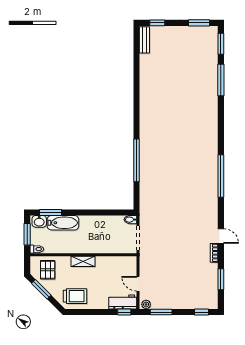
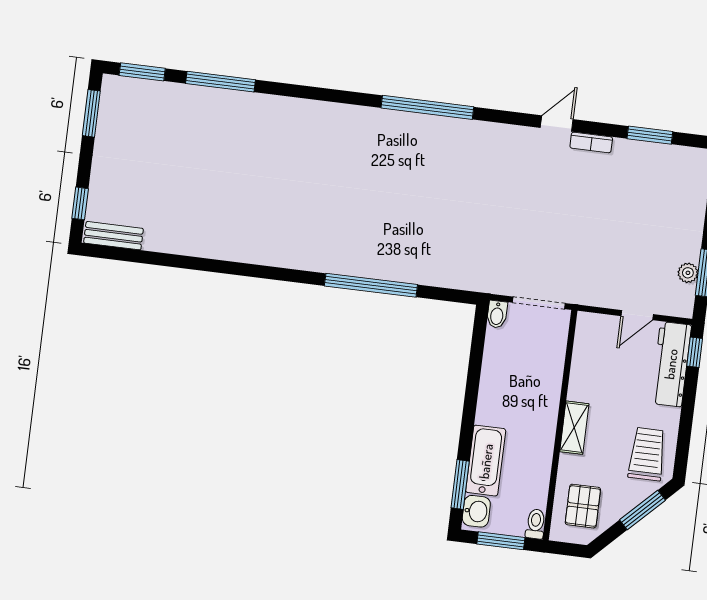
pallet: (48, 270) -> (583, 506), turned 90
window: (41, 289) -> (642, 510), moved
workbench: (123, 302) -> (671, 364), width x1.38
plant: (146, 304) -> (688, 273), moved

